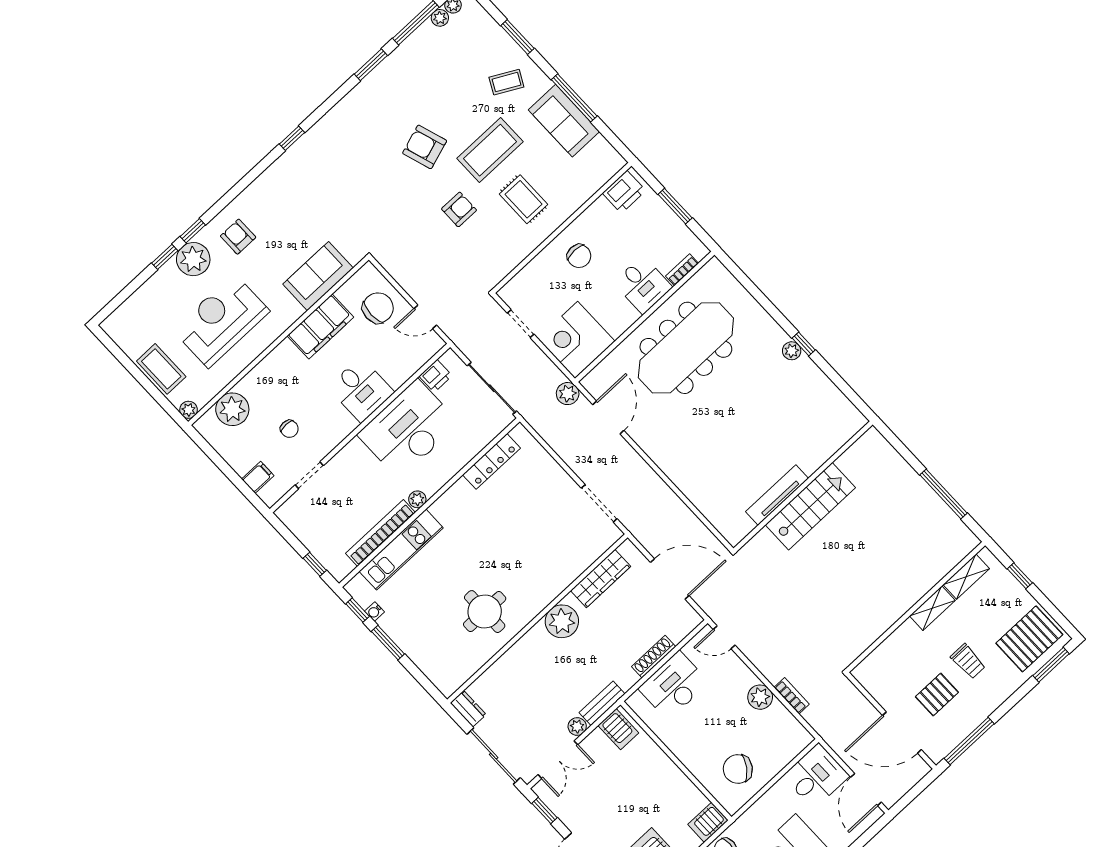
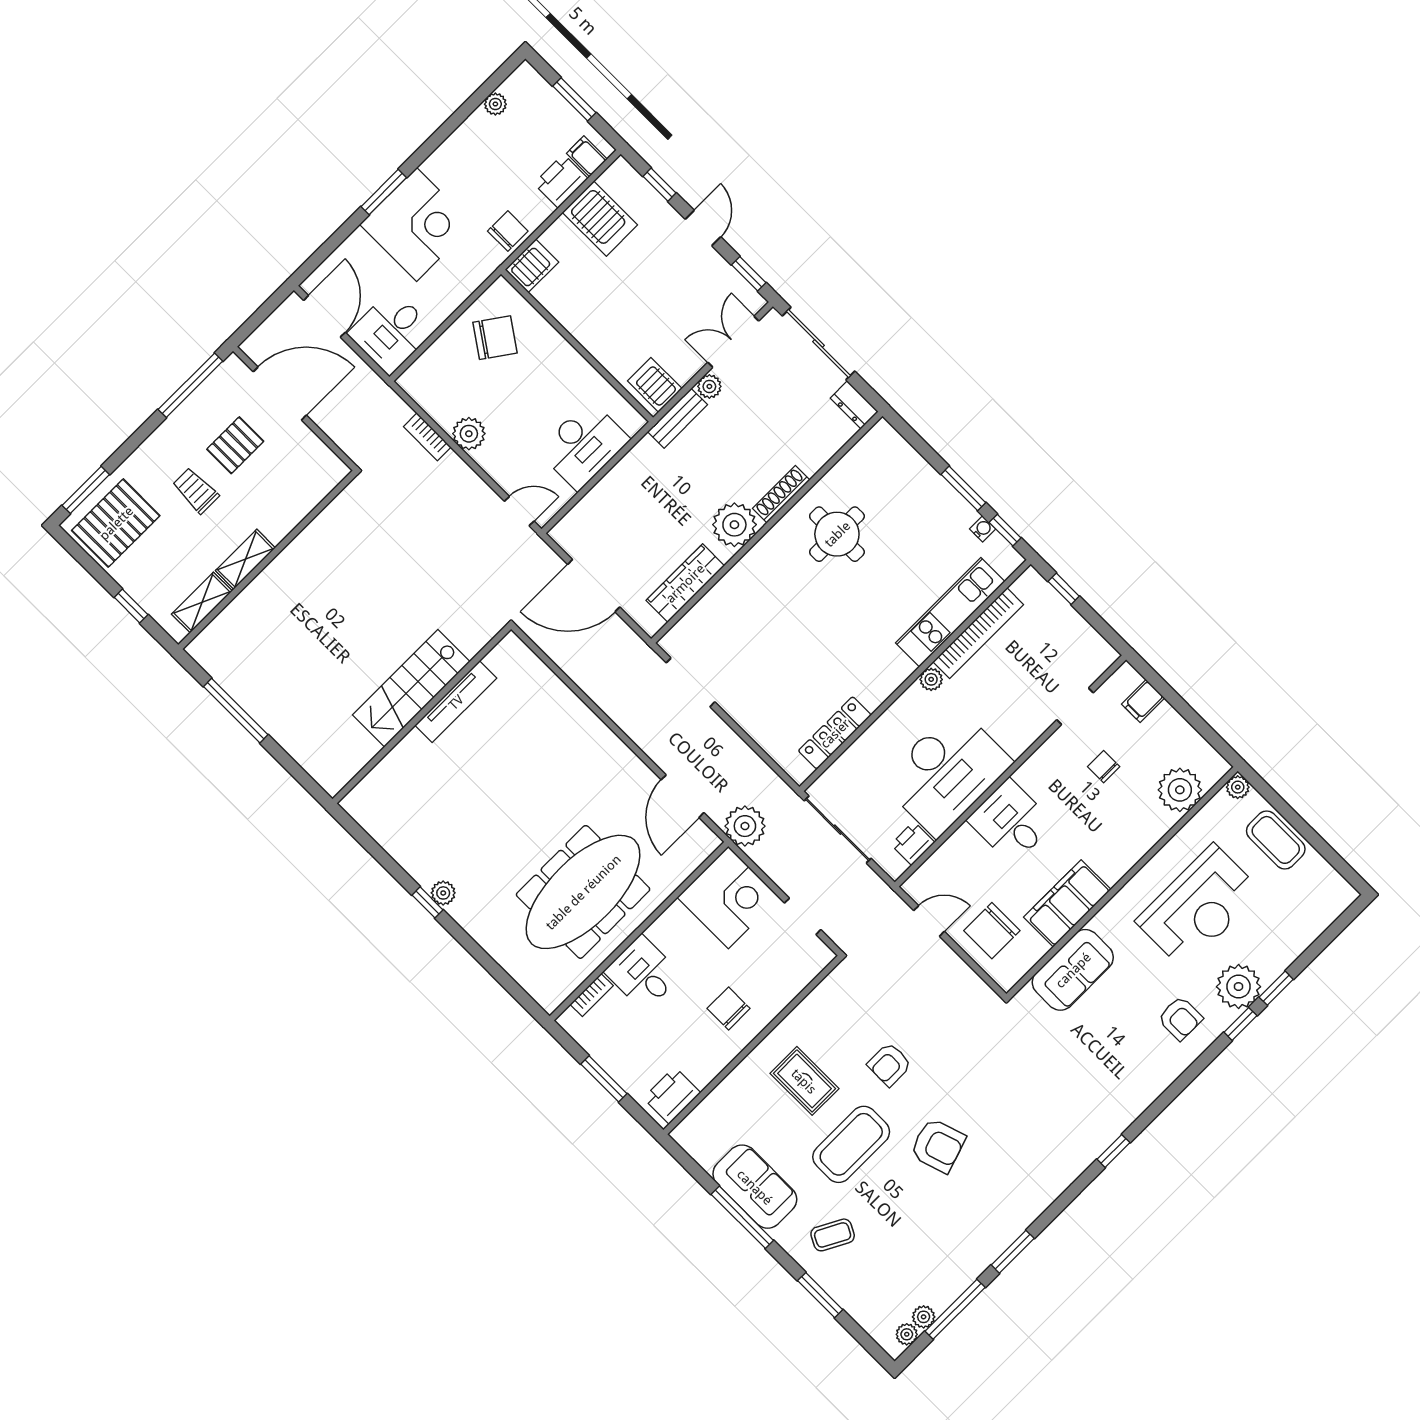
plant: (568, 394) -> (745, 826), width x1.36, depth x1.36
shoe rack: (654, 657) -> (781, 494), moved, turned 180

